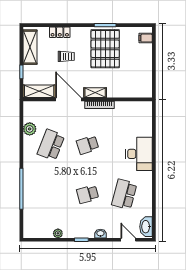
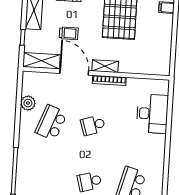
trolley: (66, 56) -> (69, 33), moved
desk: (139, 154) -> (152, 114), moved

